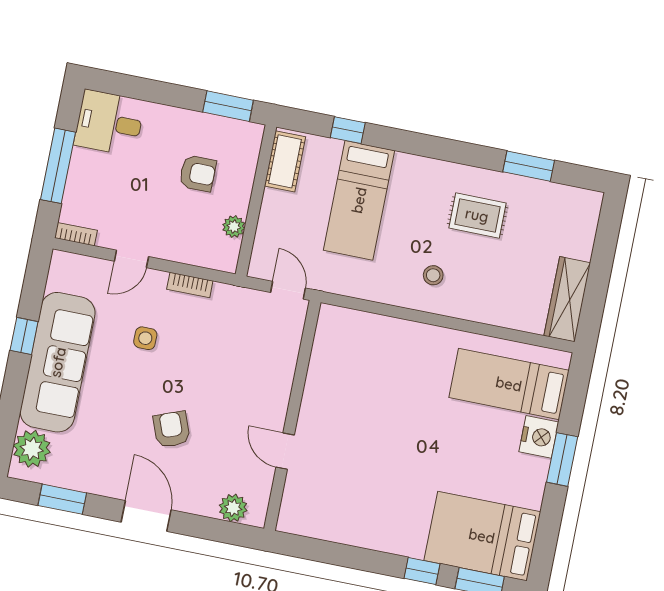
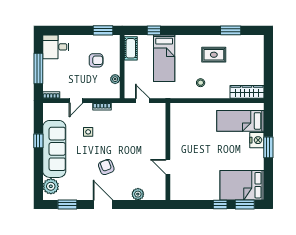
wardrobe: (567, 299) -> (247, 92), moved, turned 90
wall: (292, 415) -> (168, 151), moved
door: (285, 451) -> (168, 167), moved

